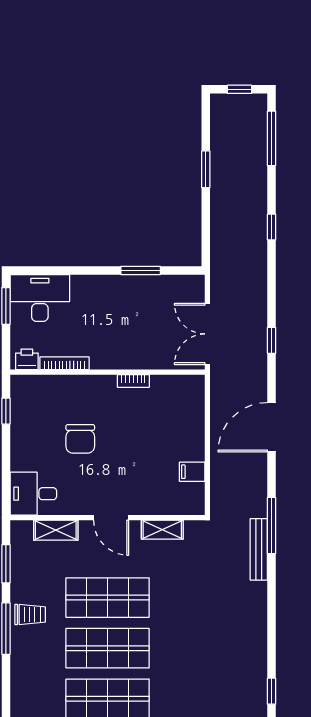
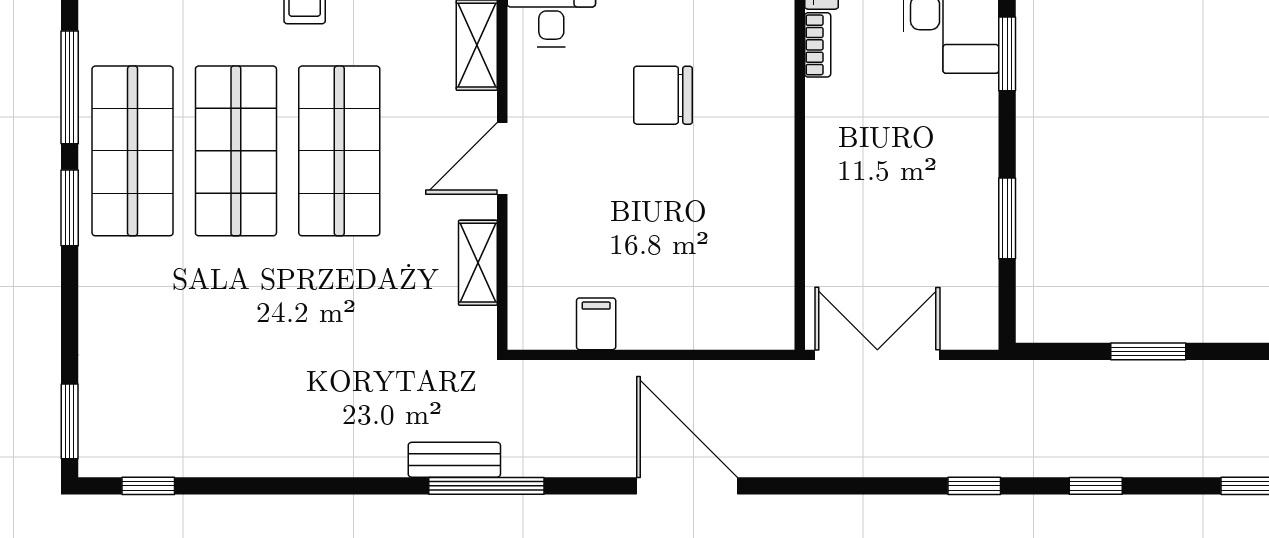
window: (206, 169) -> (1148, 351), moved
window: (60, 270) -> (1007, 54), added
window: (272, 340) -> (974, 486), moved
bookcase: (64, 363) -> (818, 45), width x0.64
bookcase: (133, 381) -> (782, 204), removed
bench: (259, 549) -> (454, 460), width x0.73

